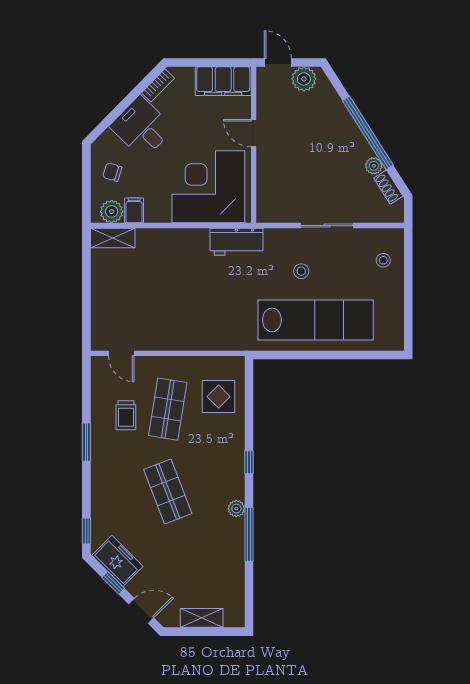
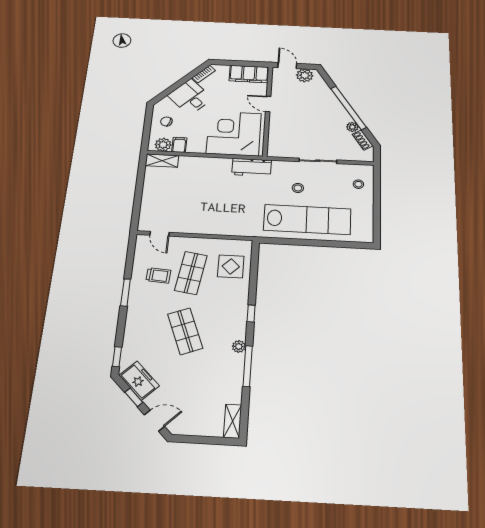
trolley: (126, 415) -> (158, 275), turned -86
shelving: (202, 618) -> (233, 421), moved, turned 90

